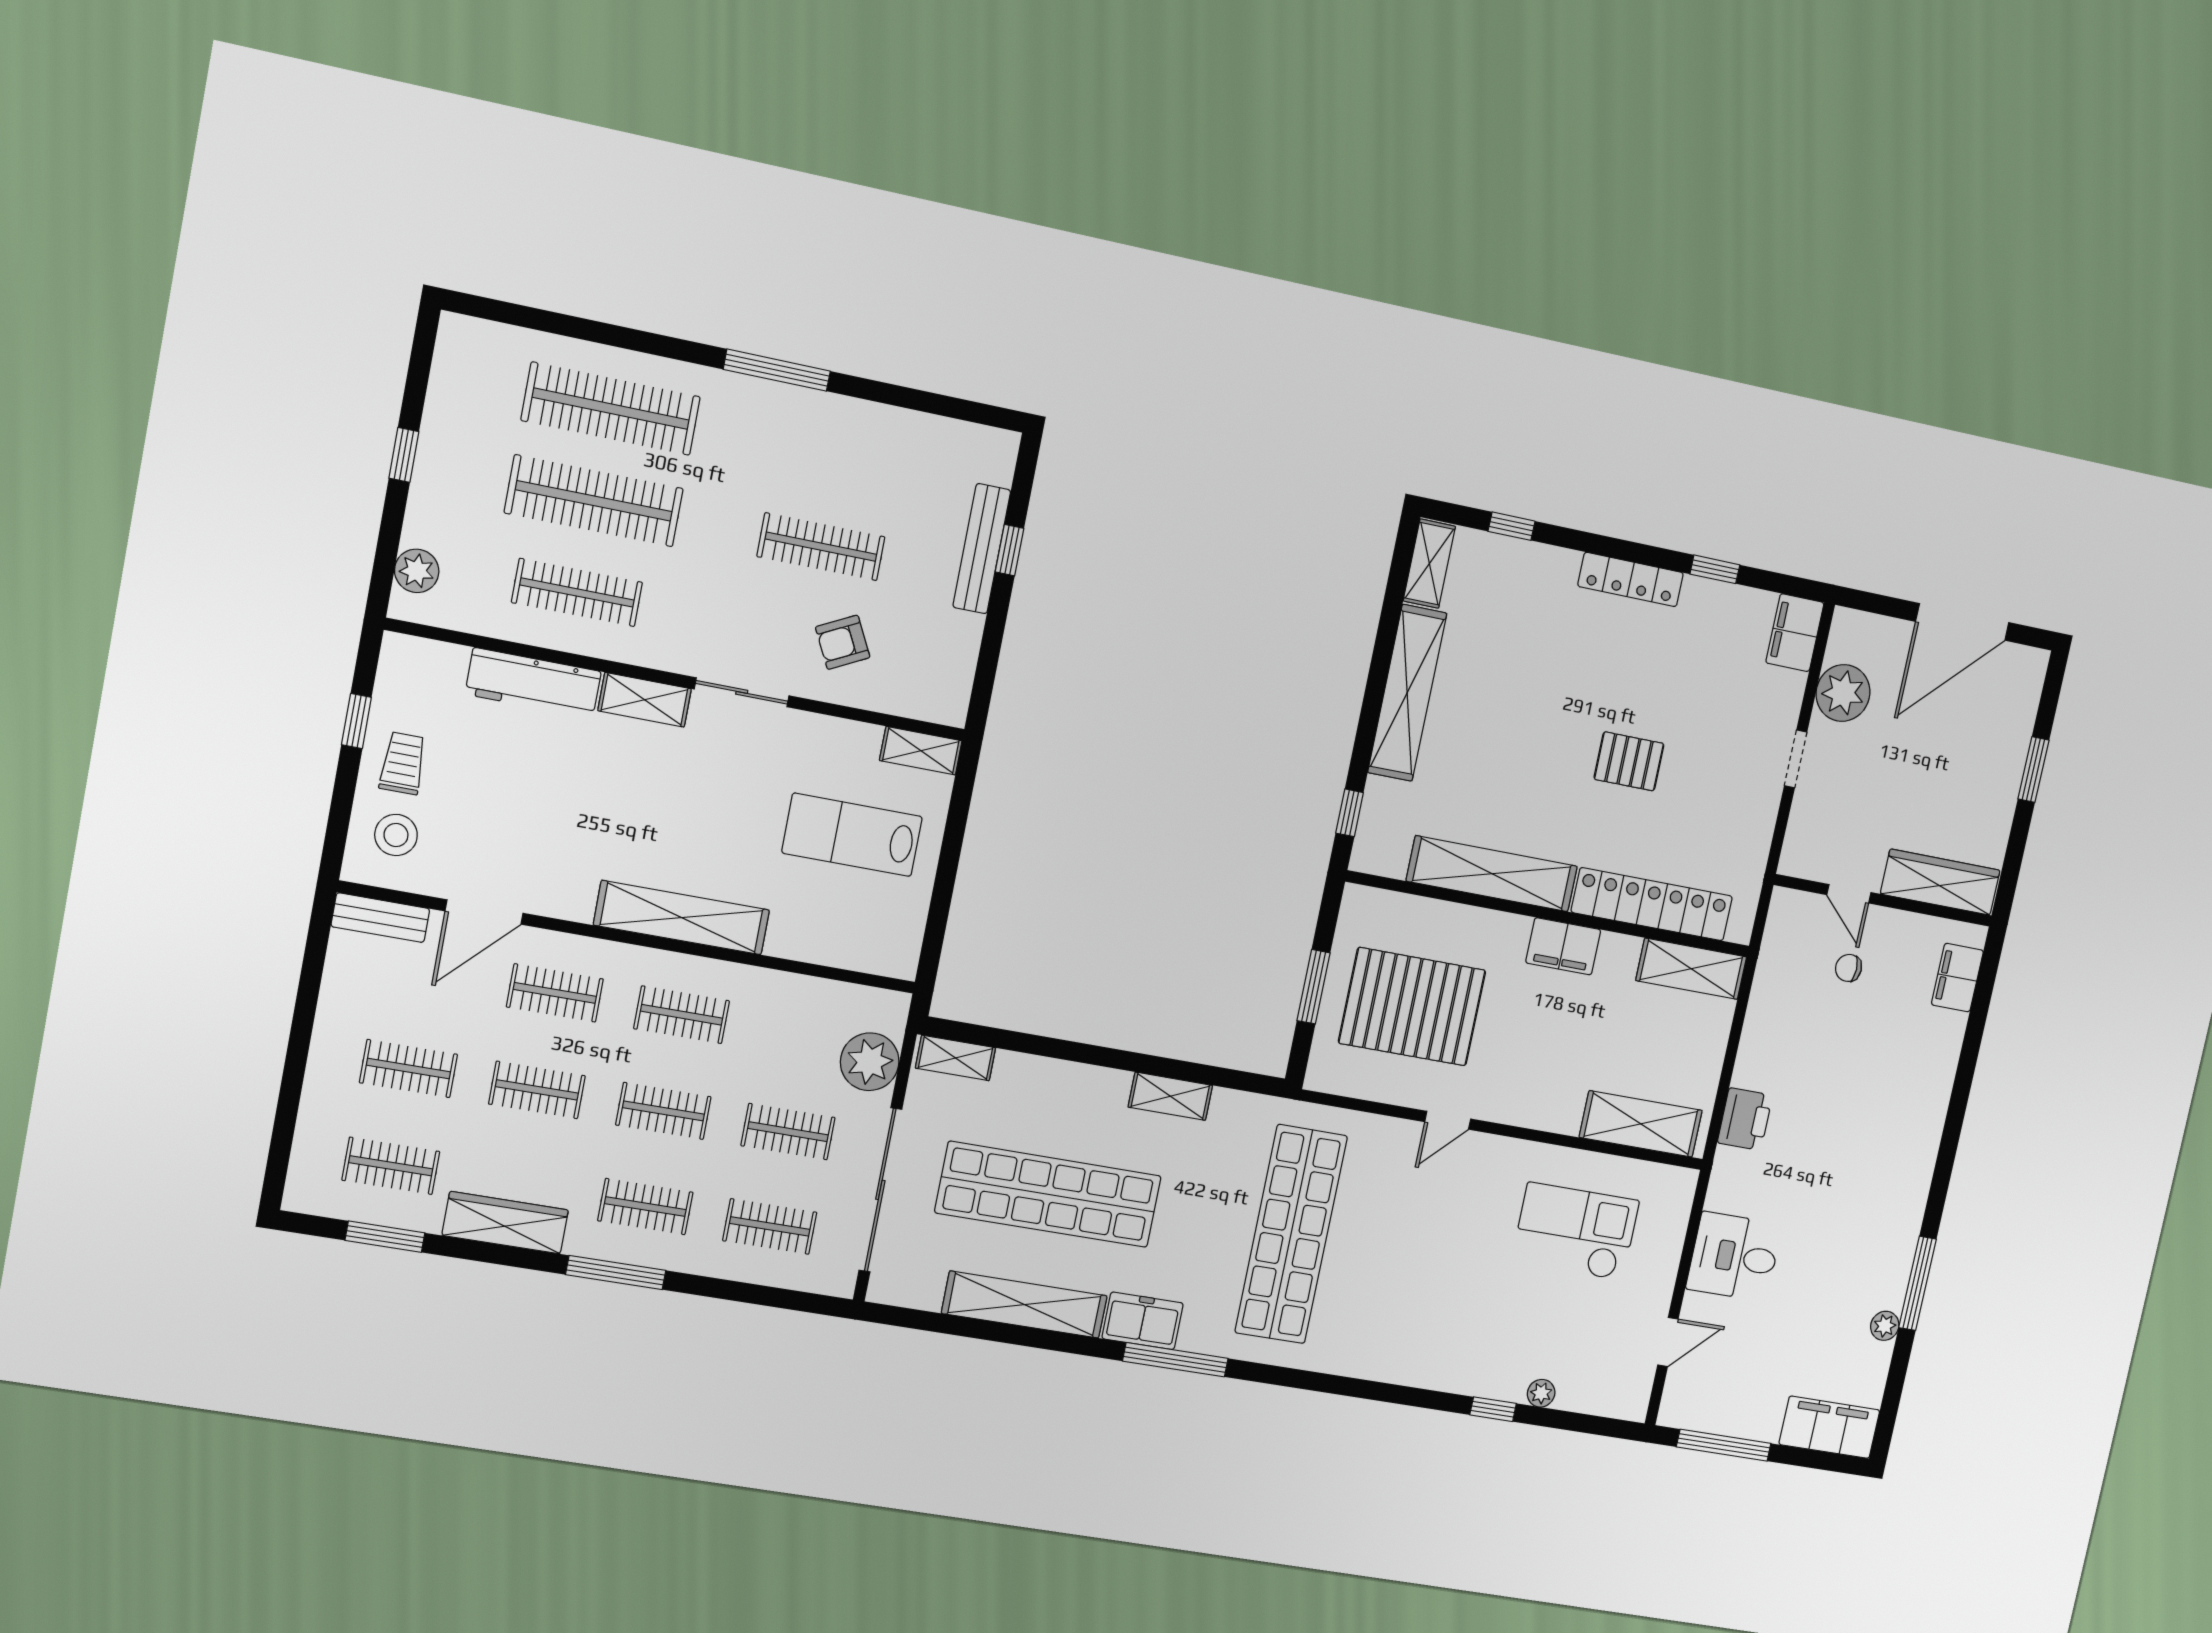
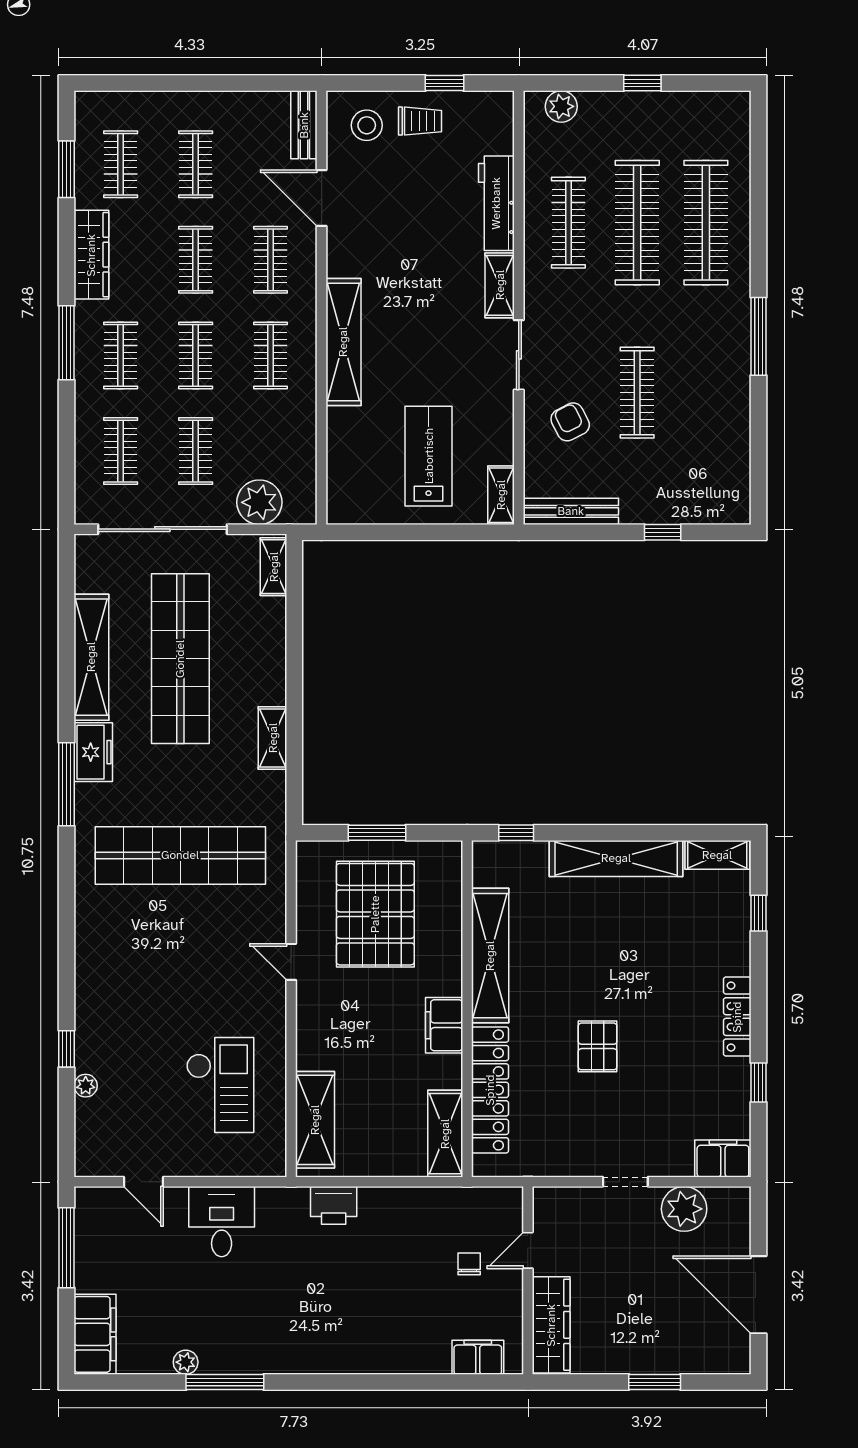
bench: (982, 549) -> (571, 511), moved

